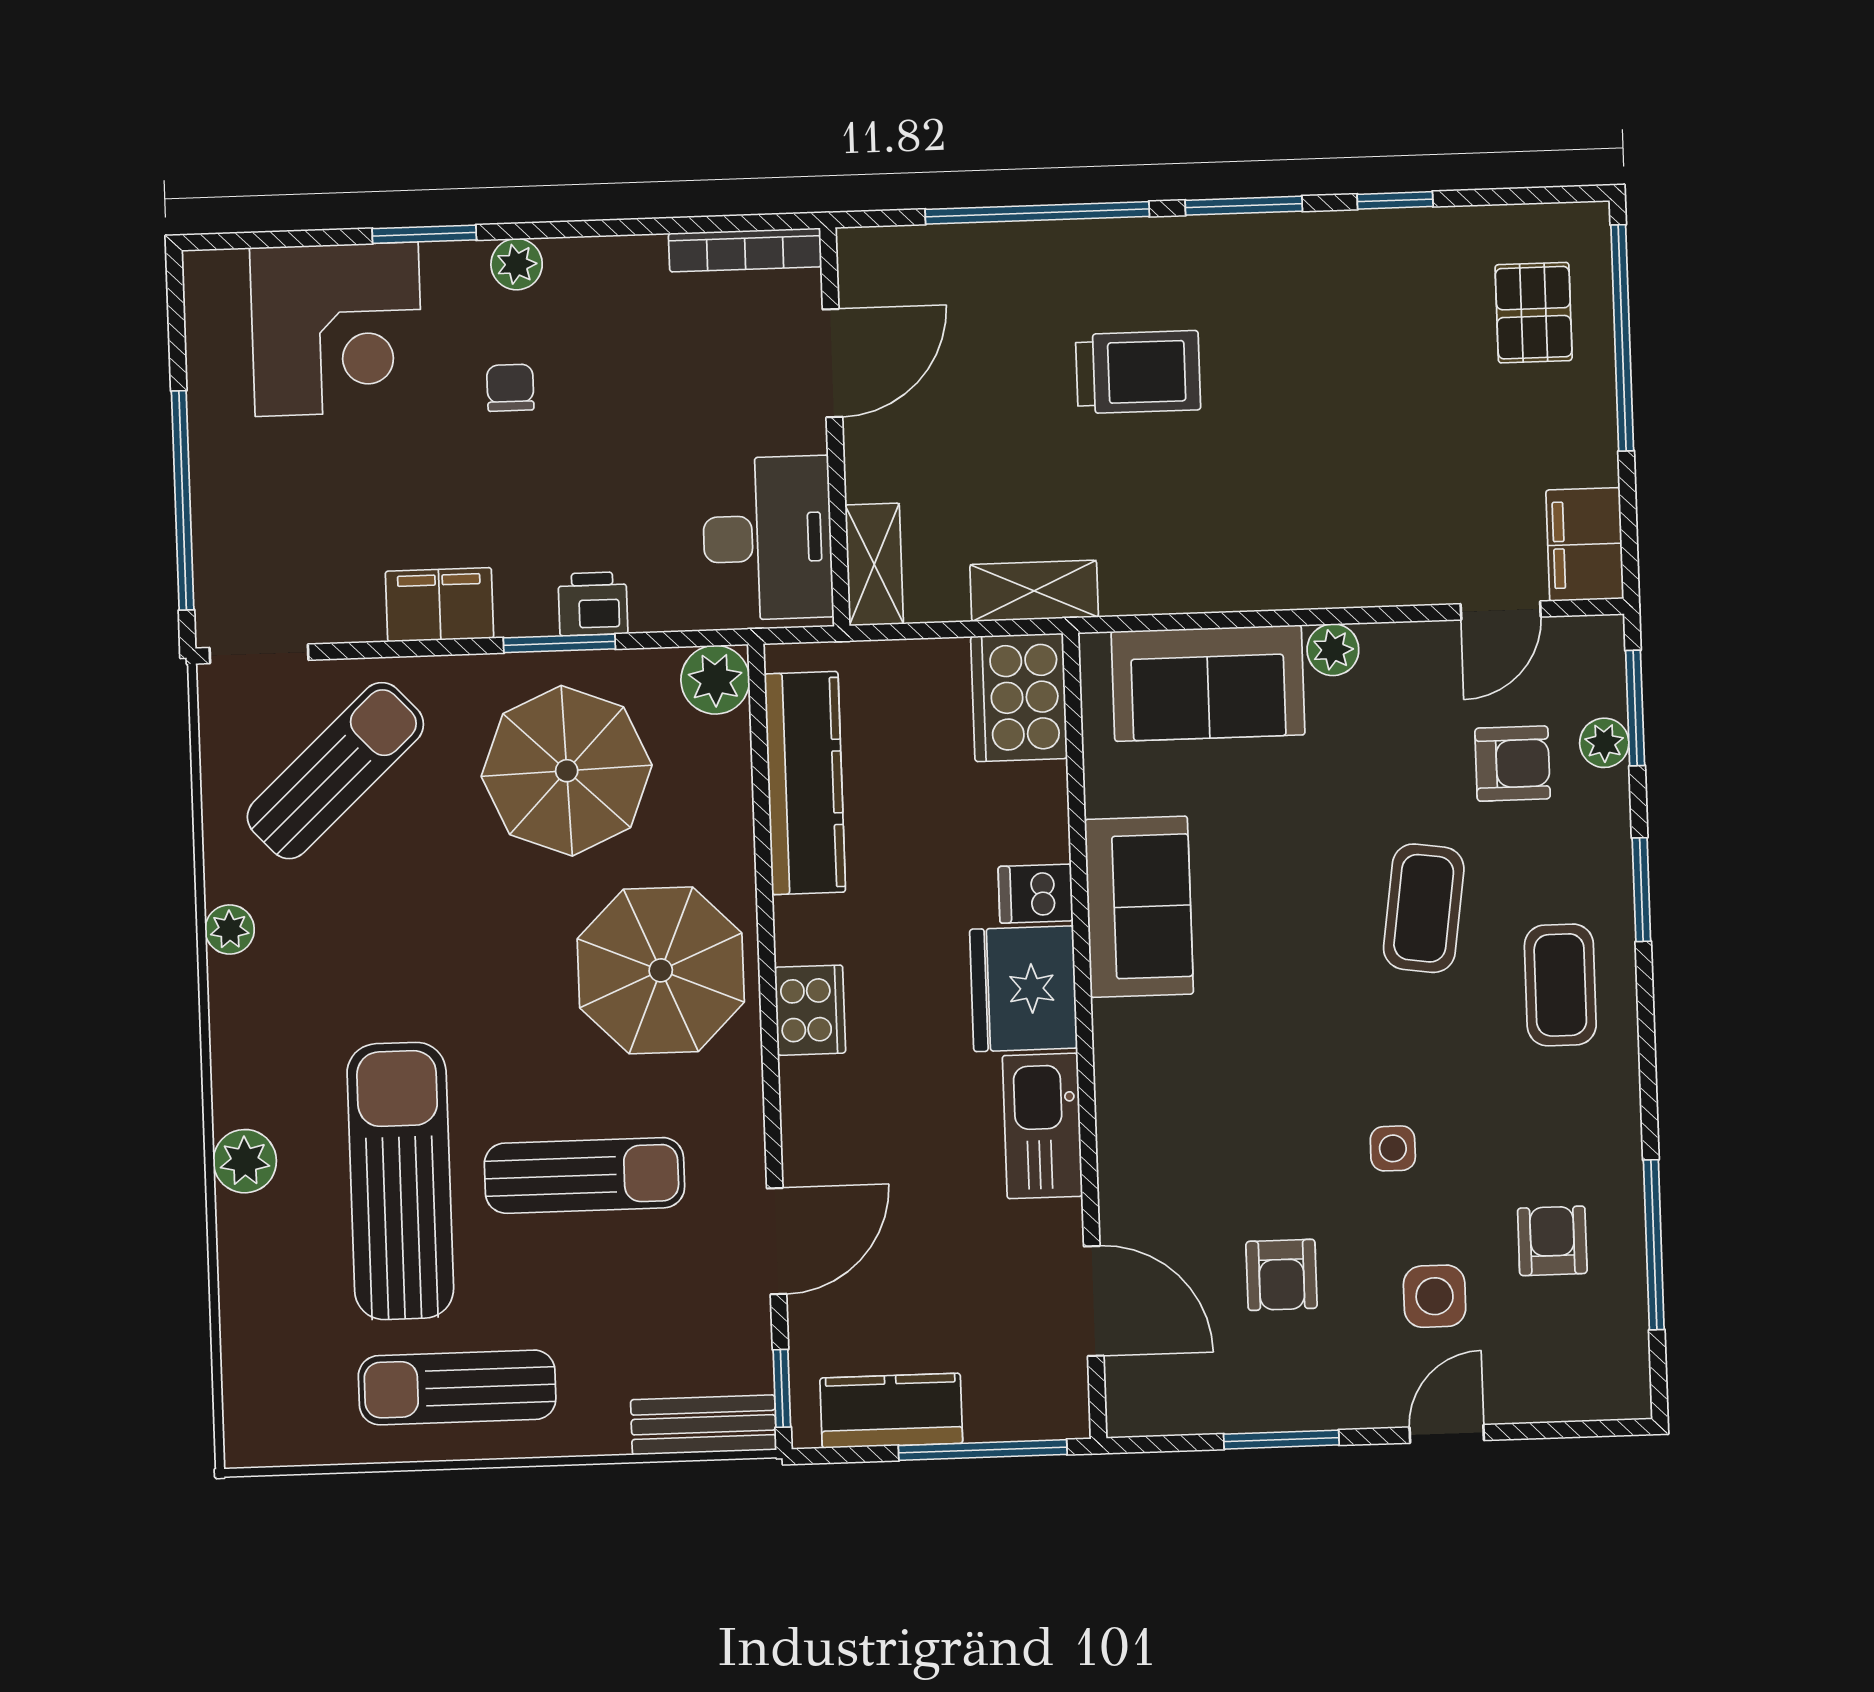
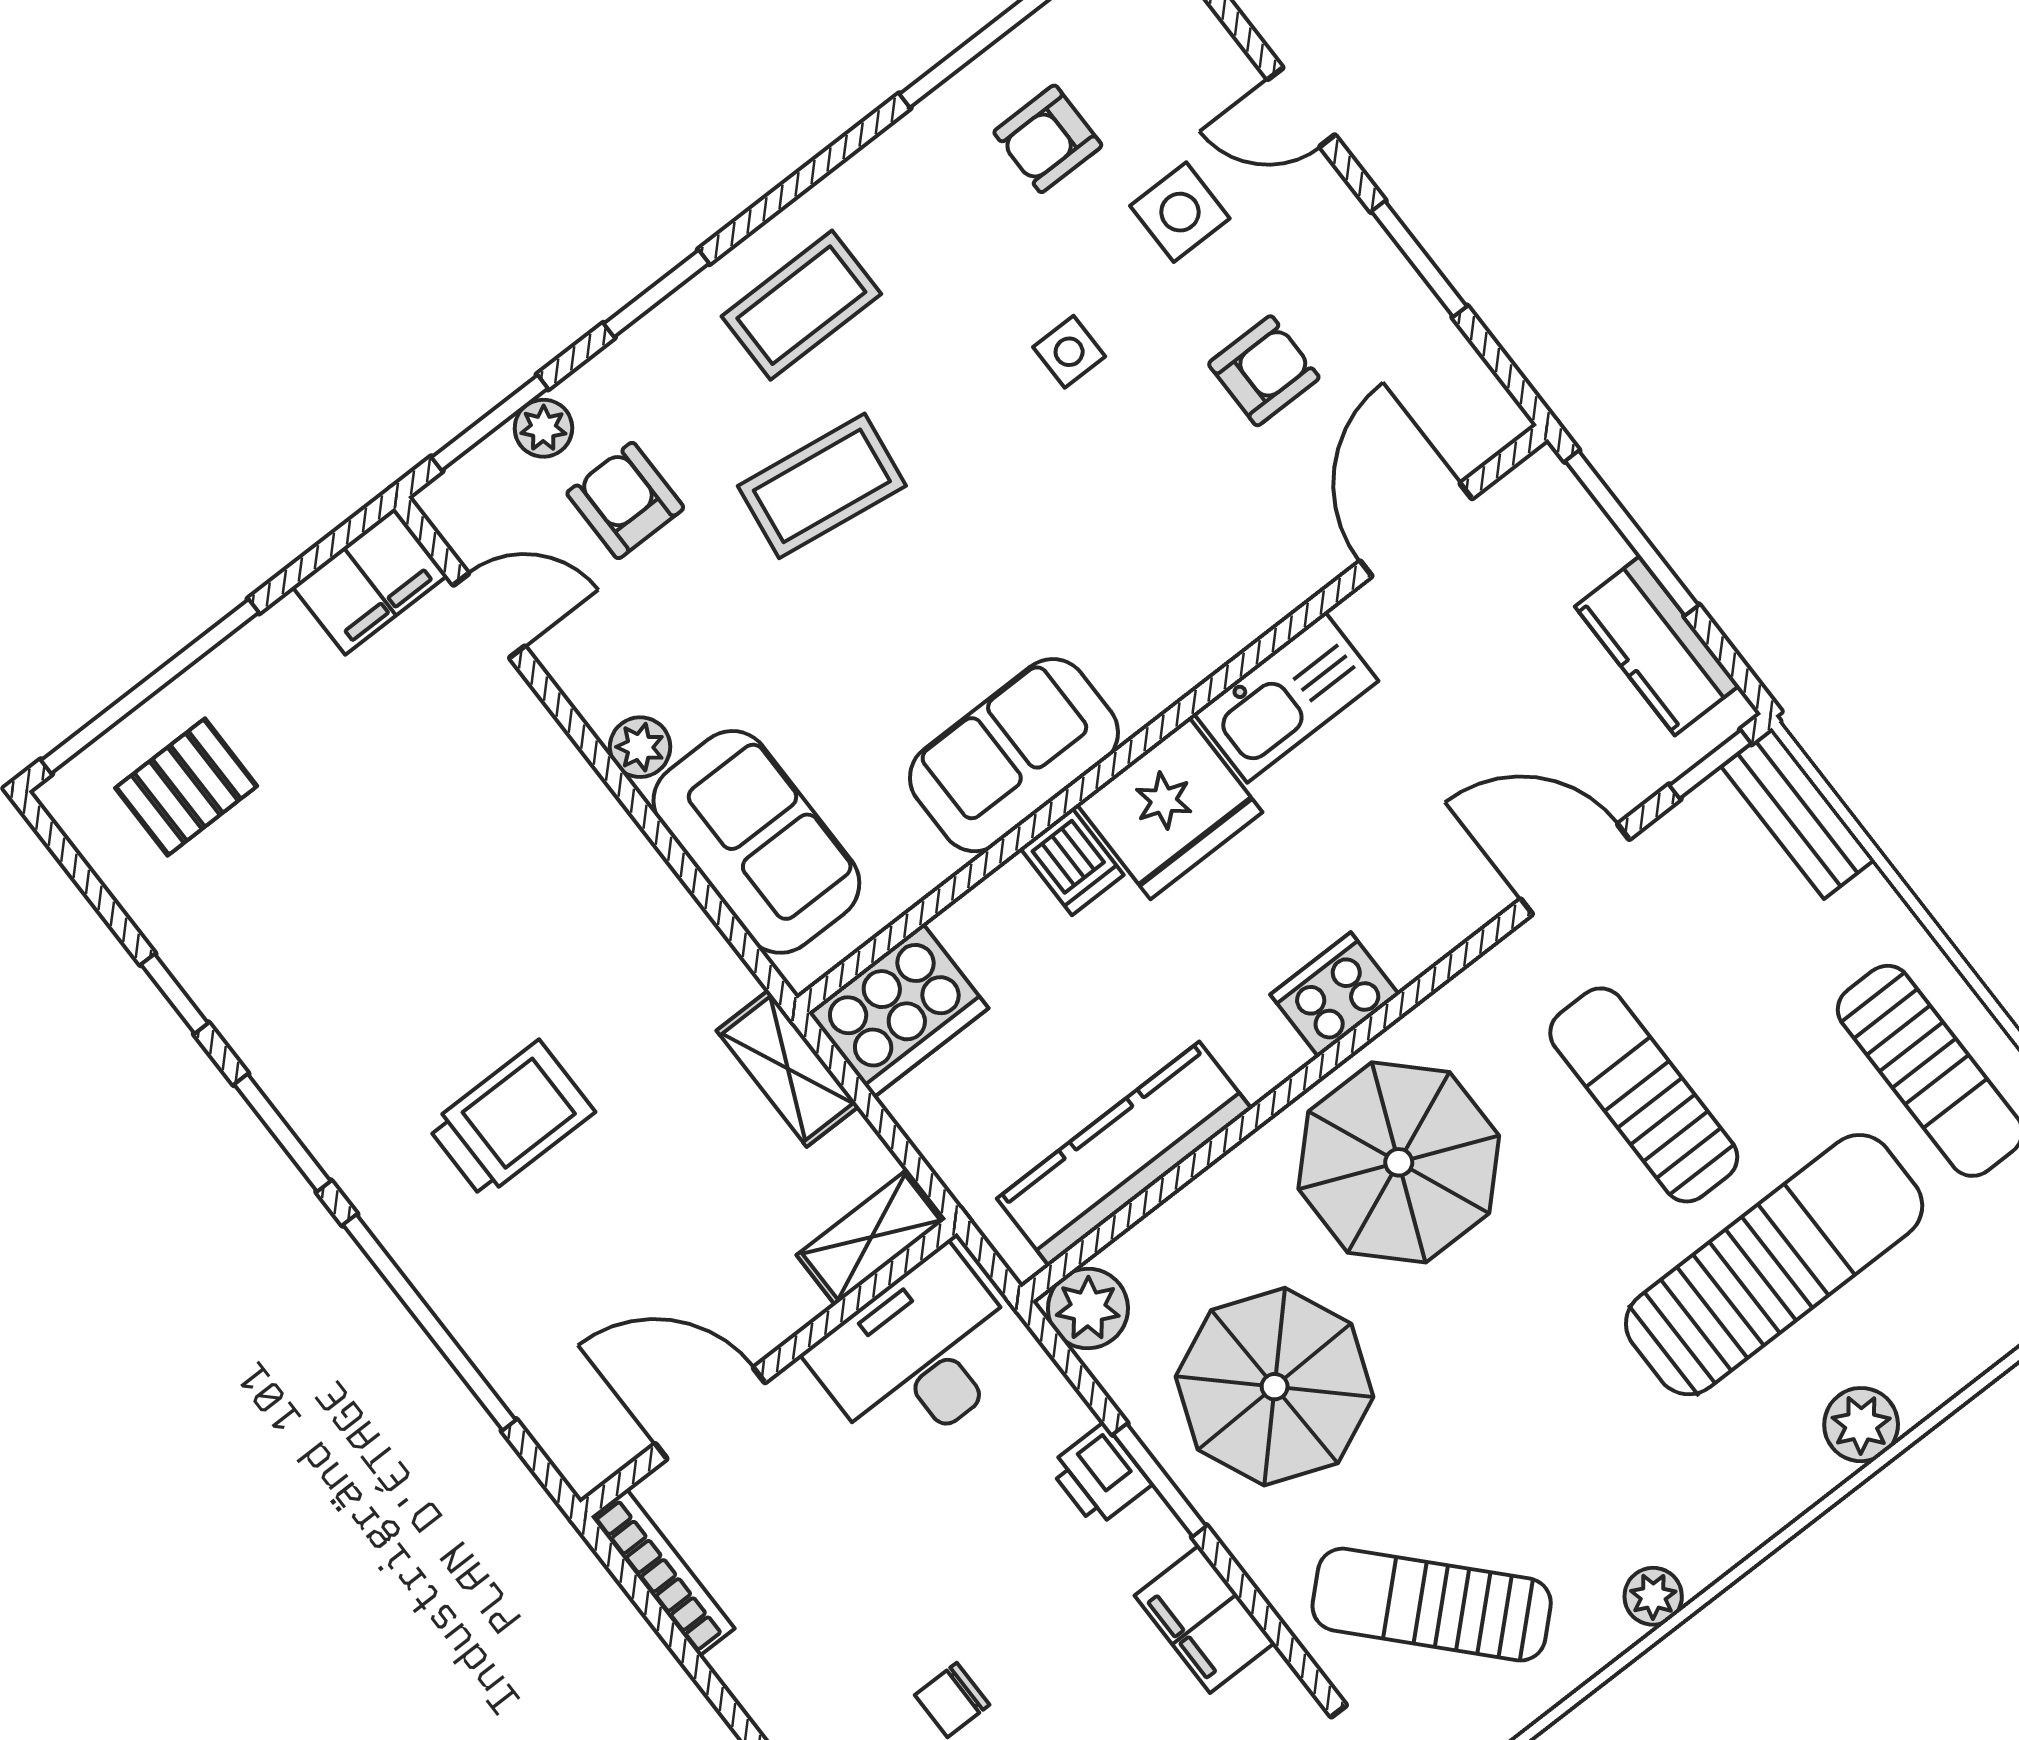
trolley: (1138, 372) -> (511, 1119), turned 90
sun lounger: (400, 1181) -> (1774, 1265), turned 180

